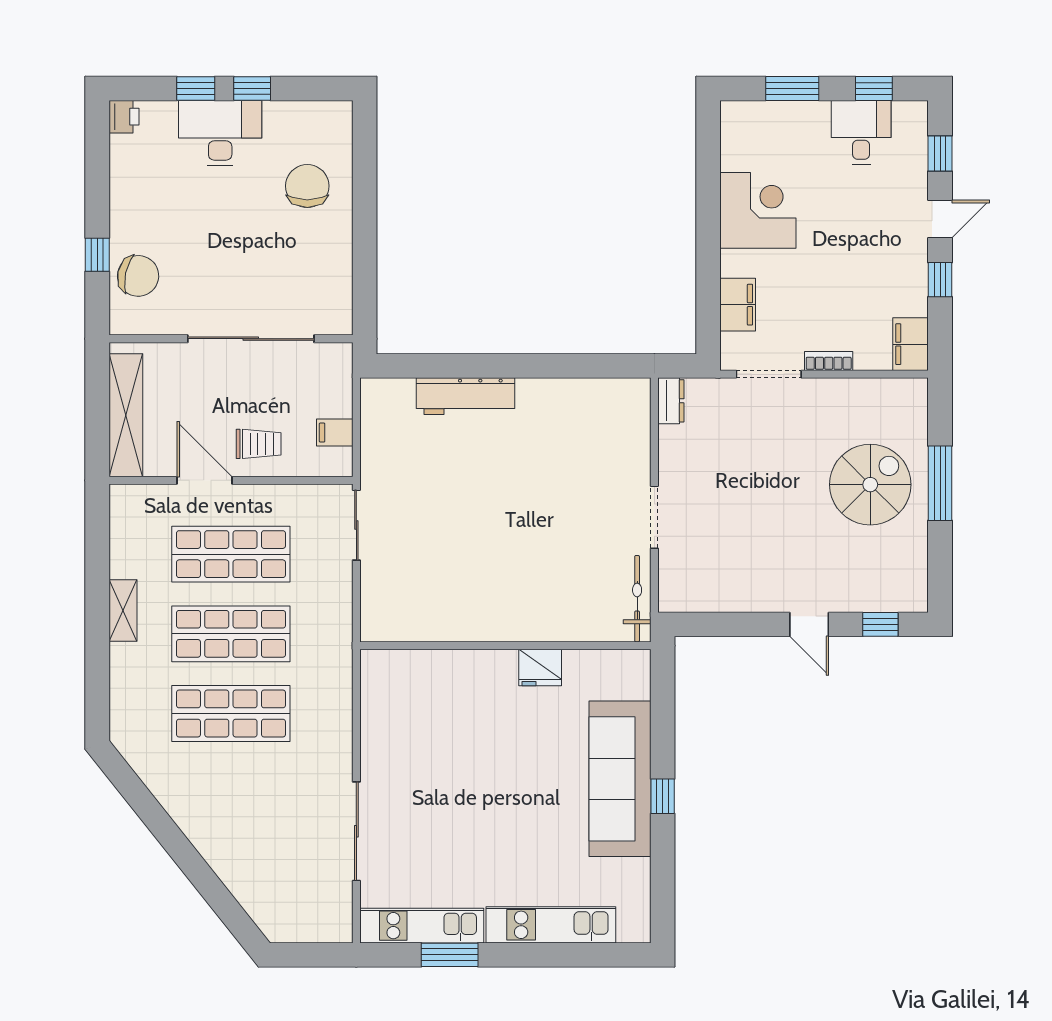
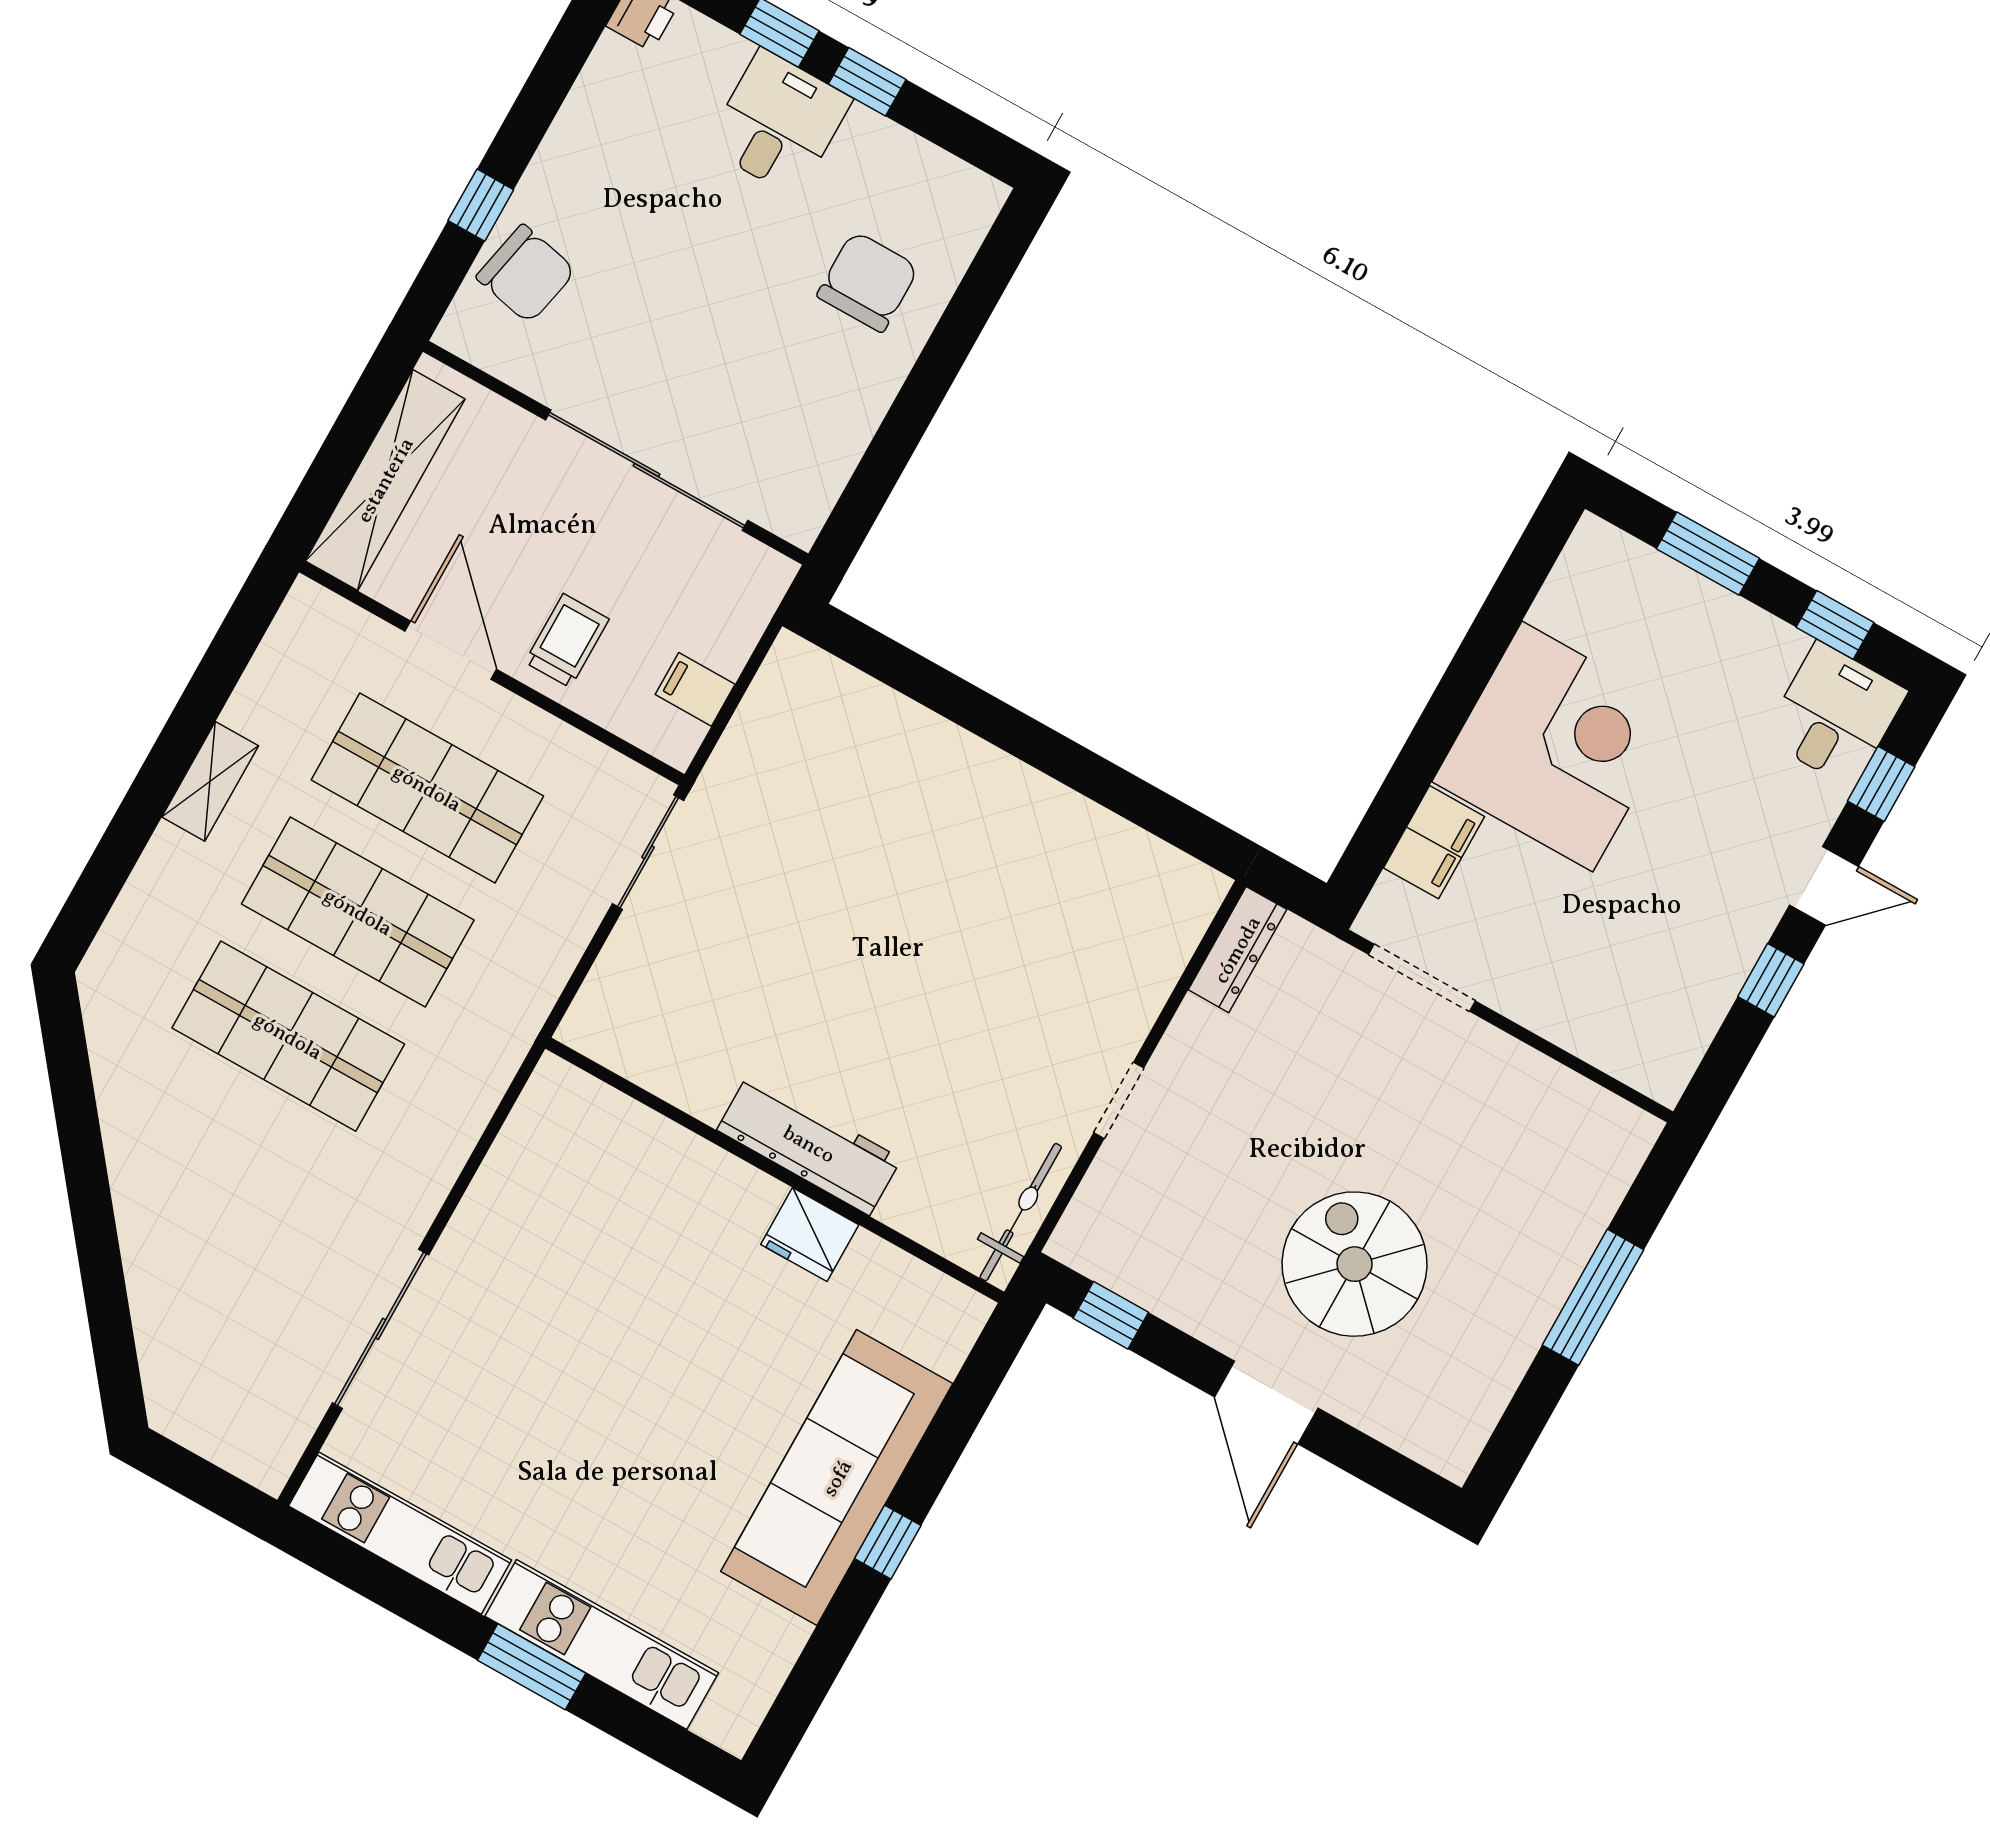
desk: (861, 132) -> (1835, 715), moved
desk: (220, 133) -> (779, 123), width x0.73
corner desk: (758, 210) -> (1557, 747), width x1.36, depth x1.36
filing cabinet: (911, 344) -> (1669, 1055), removed
bookcase: (829, 361) -> (1527, 1009), removed
workbench: (466, 396) -> (809, 1144), moved, turned 180
dresser: (671, 401) -> (1237, 950), width x1.44
trolley: (259, 444) -> (567, 641), turned -90
spiral stairs: (870, 485) -> (1355, 1264), moved, turned -90
doorway: (654, 517) -> (1119, 1100), width x0.73
door: (809, 624) -> (1266, 1402), width x1.38
window: (880, 624) -> (1111, 1315), moved
window: (450, 955) -> (532, 1667), moved

